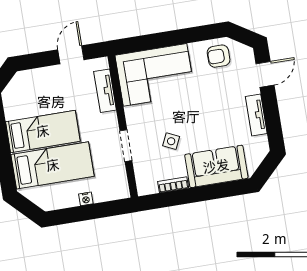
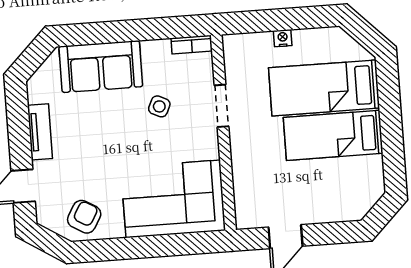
armchair: (219, 56) -> (84, 217), turned -60
tv unit: (105, 91) -> (243, 183), removed
bookcase: (173, 185) -> (192, 45), moved

